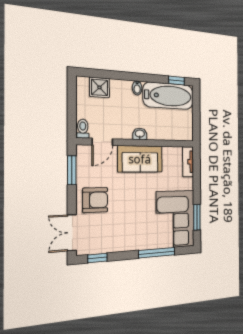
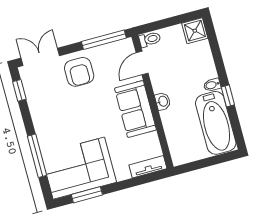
window: (177, 81) -> (228, 96), moved
shower: (99, 87) -> (195, 31), moved
door: (102, 142) -> (142, 63), hinge flipped
window: (72, 170) -> (104, 40), width x1.44

